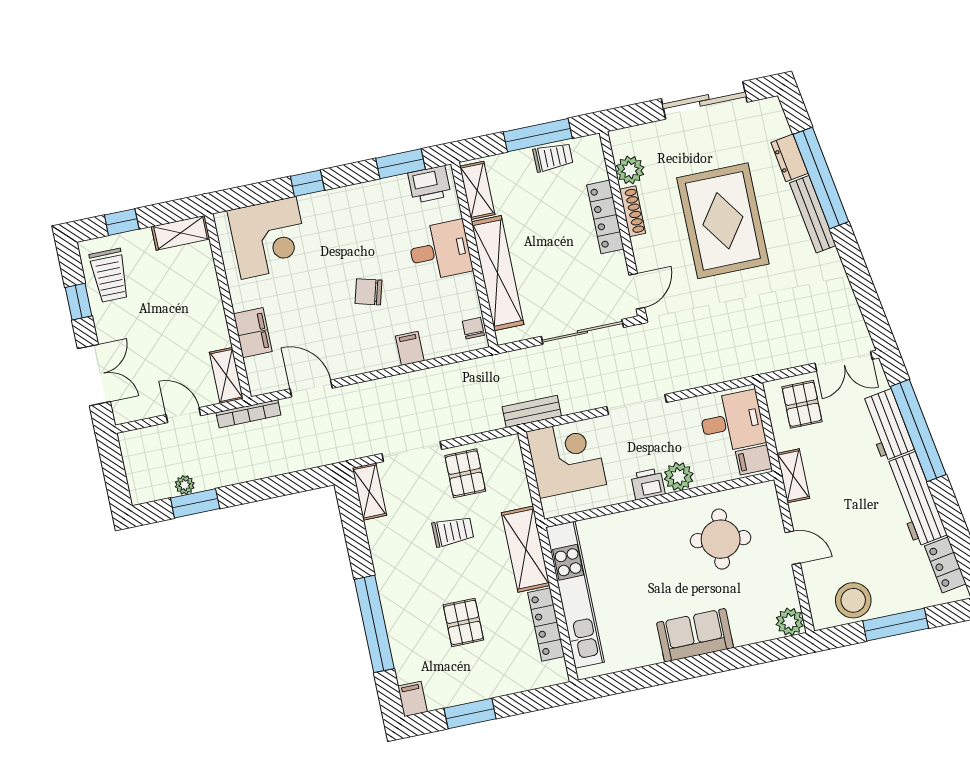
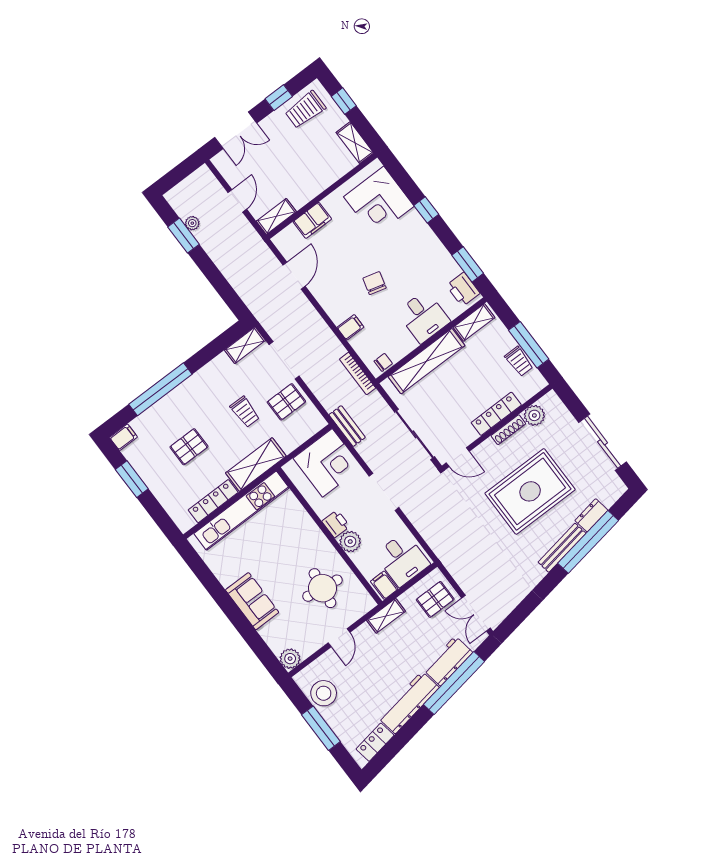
bookcase: (248, 414) -> (358, 374), moved

